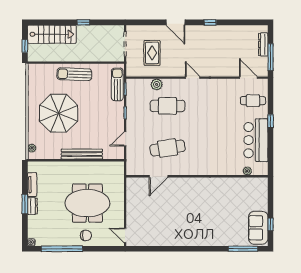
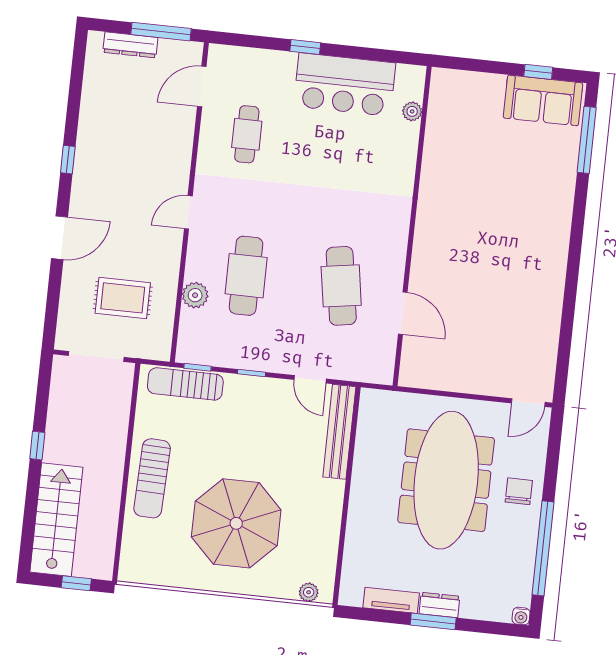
cafe table: (253, 101) -> (247, 134), moved
bench: (82, 154) -> (339, 432), moved
meeting table: (87, 203) -> (446, 480), width x1.36

